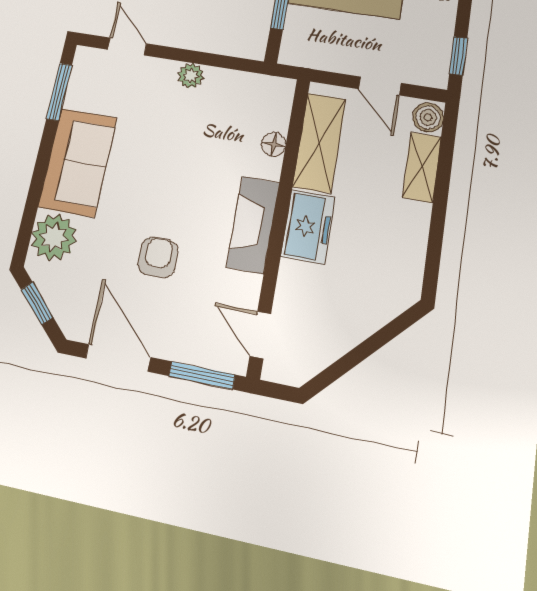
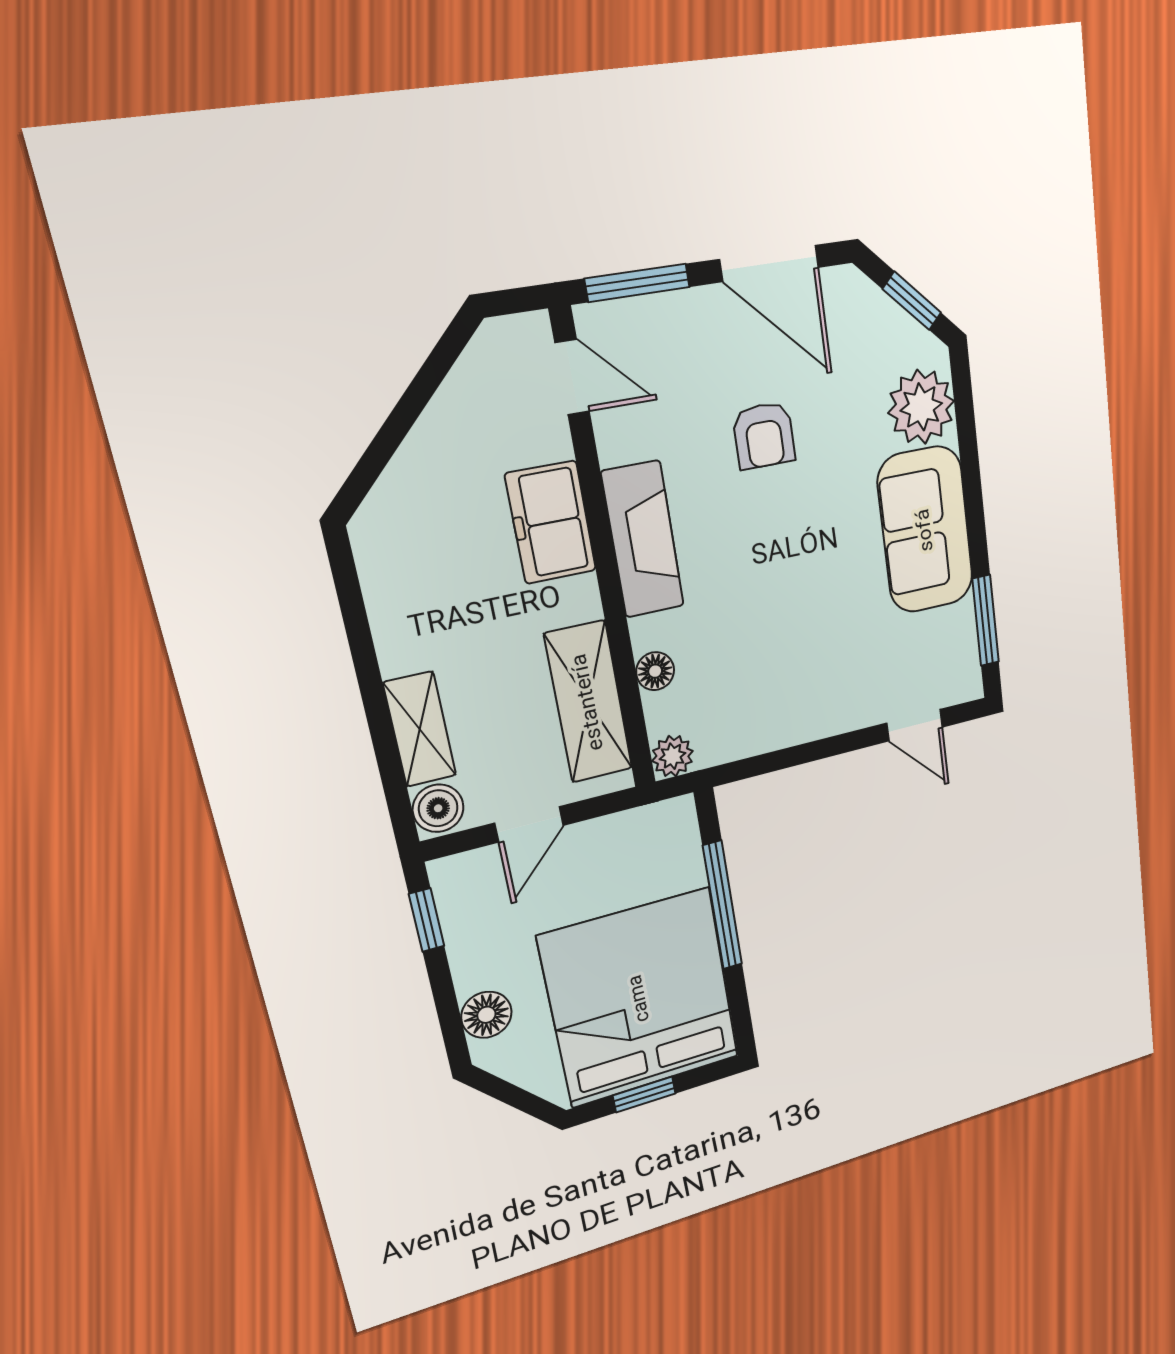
plant: (191, 76) -> (672, 756), moved
door: (380, 86) -> (529, 824), swing flipped
freezer: (308, 227) -> (551, 522), moved

